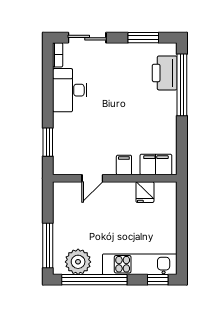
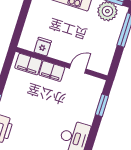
filing cabinet: (124, 165) -> (52, 71), width x2.00

